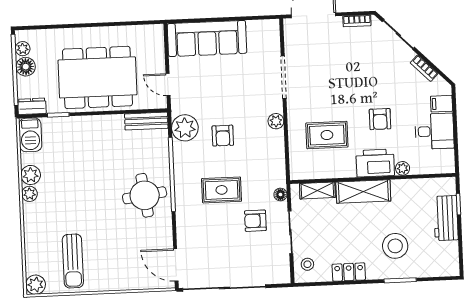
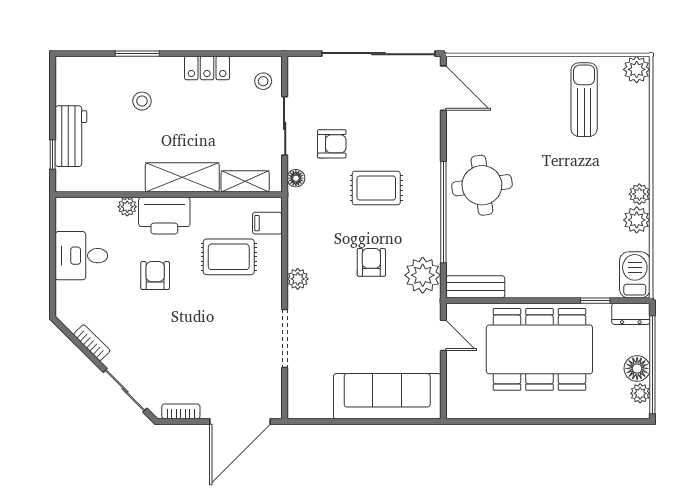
filing cabinet: (442, 104) -> (267, 223), moved, turned 180
stool: (395, 246) -> (142, 101), width x0.53, depth x0.53

